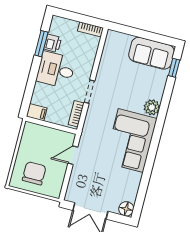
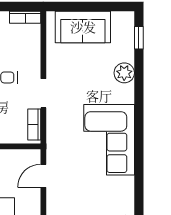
sofa: (151, 53) -> (83, 27), moved
plant: (152, 107) -> (124, 73), moved

